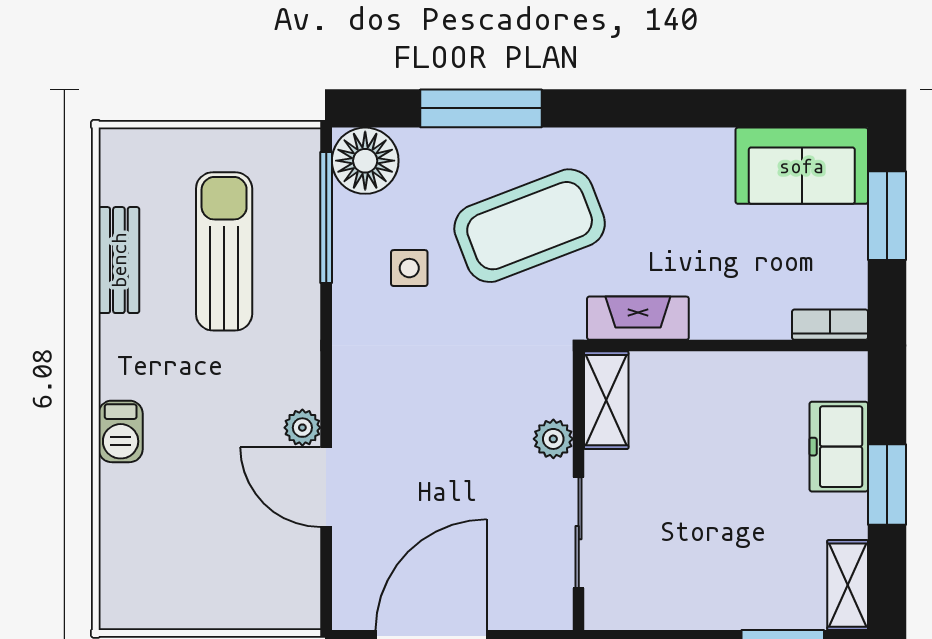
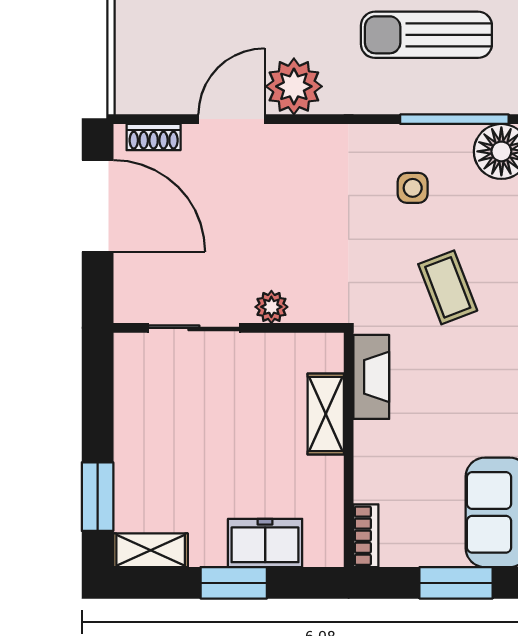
coffee table: (530, 226) -> (448, 287), width x0.54, depth x0.58
sun lounger: (224, 251) -> (426, 35), turned 180
shelving: (606, 400) -> (326, 414), moved, turned 90
plant: (302, 428) -> (294, 86), width x1.87, depth x1.87
shoe rack: (348, 581) -> (154, 137), added

